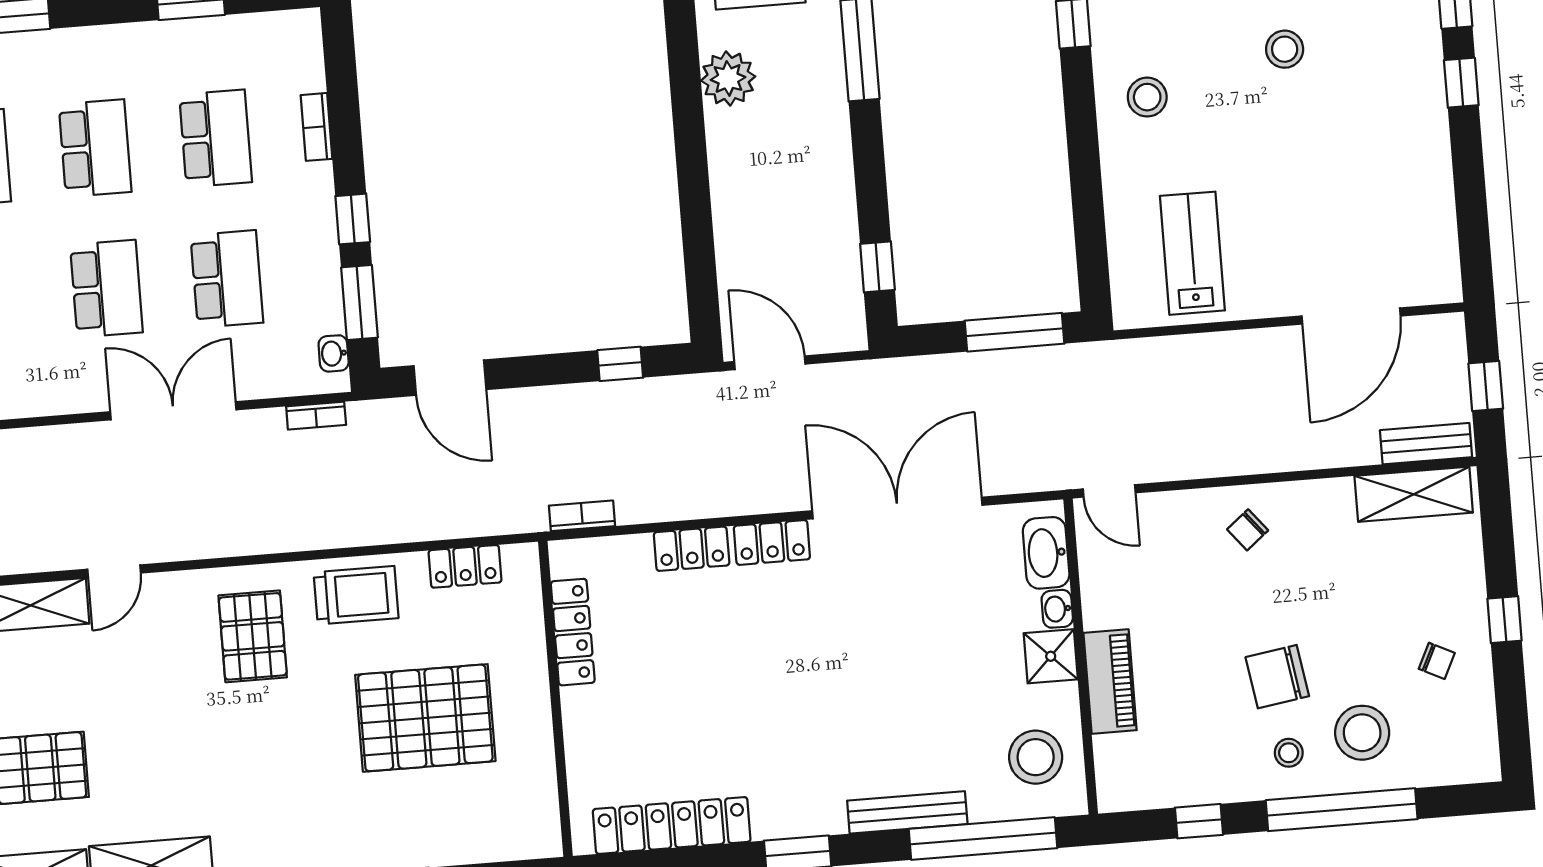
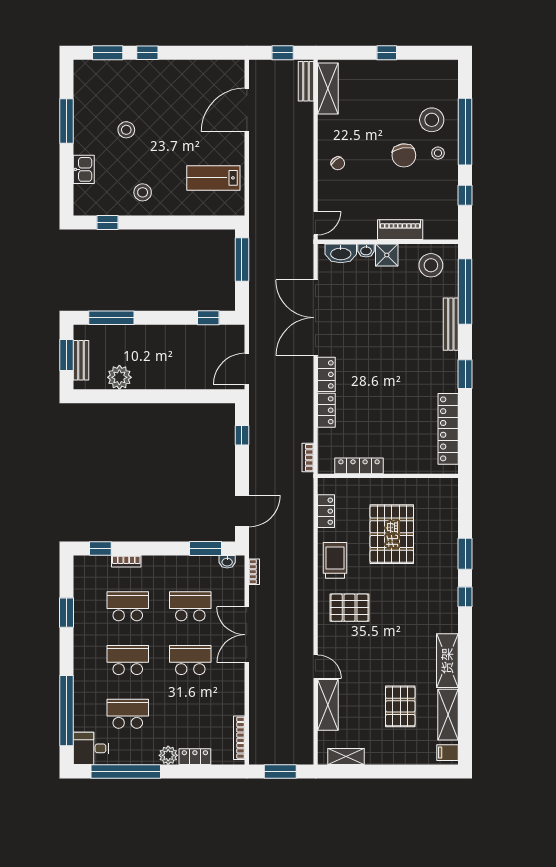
window: (353, 219) -> (100, 548), moved
door: (1351, 316) -> (247, 110), swing flipped
chair: (1437, 661) -> (403, 84), removed

